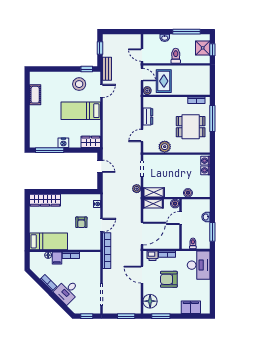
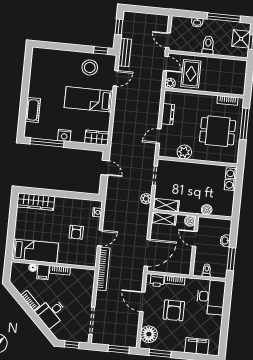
cot: (35, 95) -> (33, 110), moved
door: (180, 218) -> (195, 239), hinge flipped
armchair: (169, 279) -> (174, 310), turned -90

